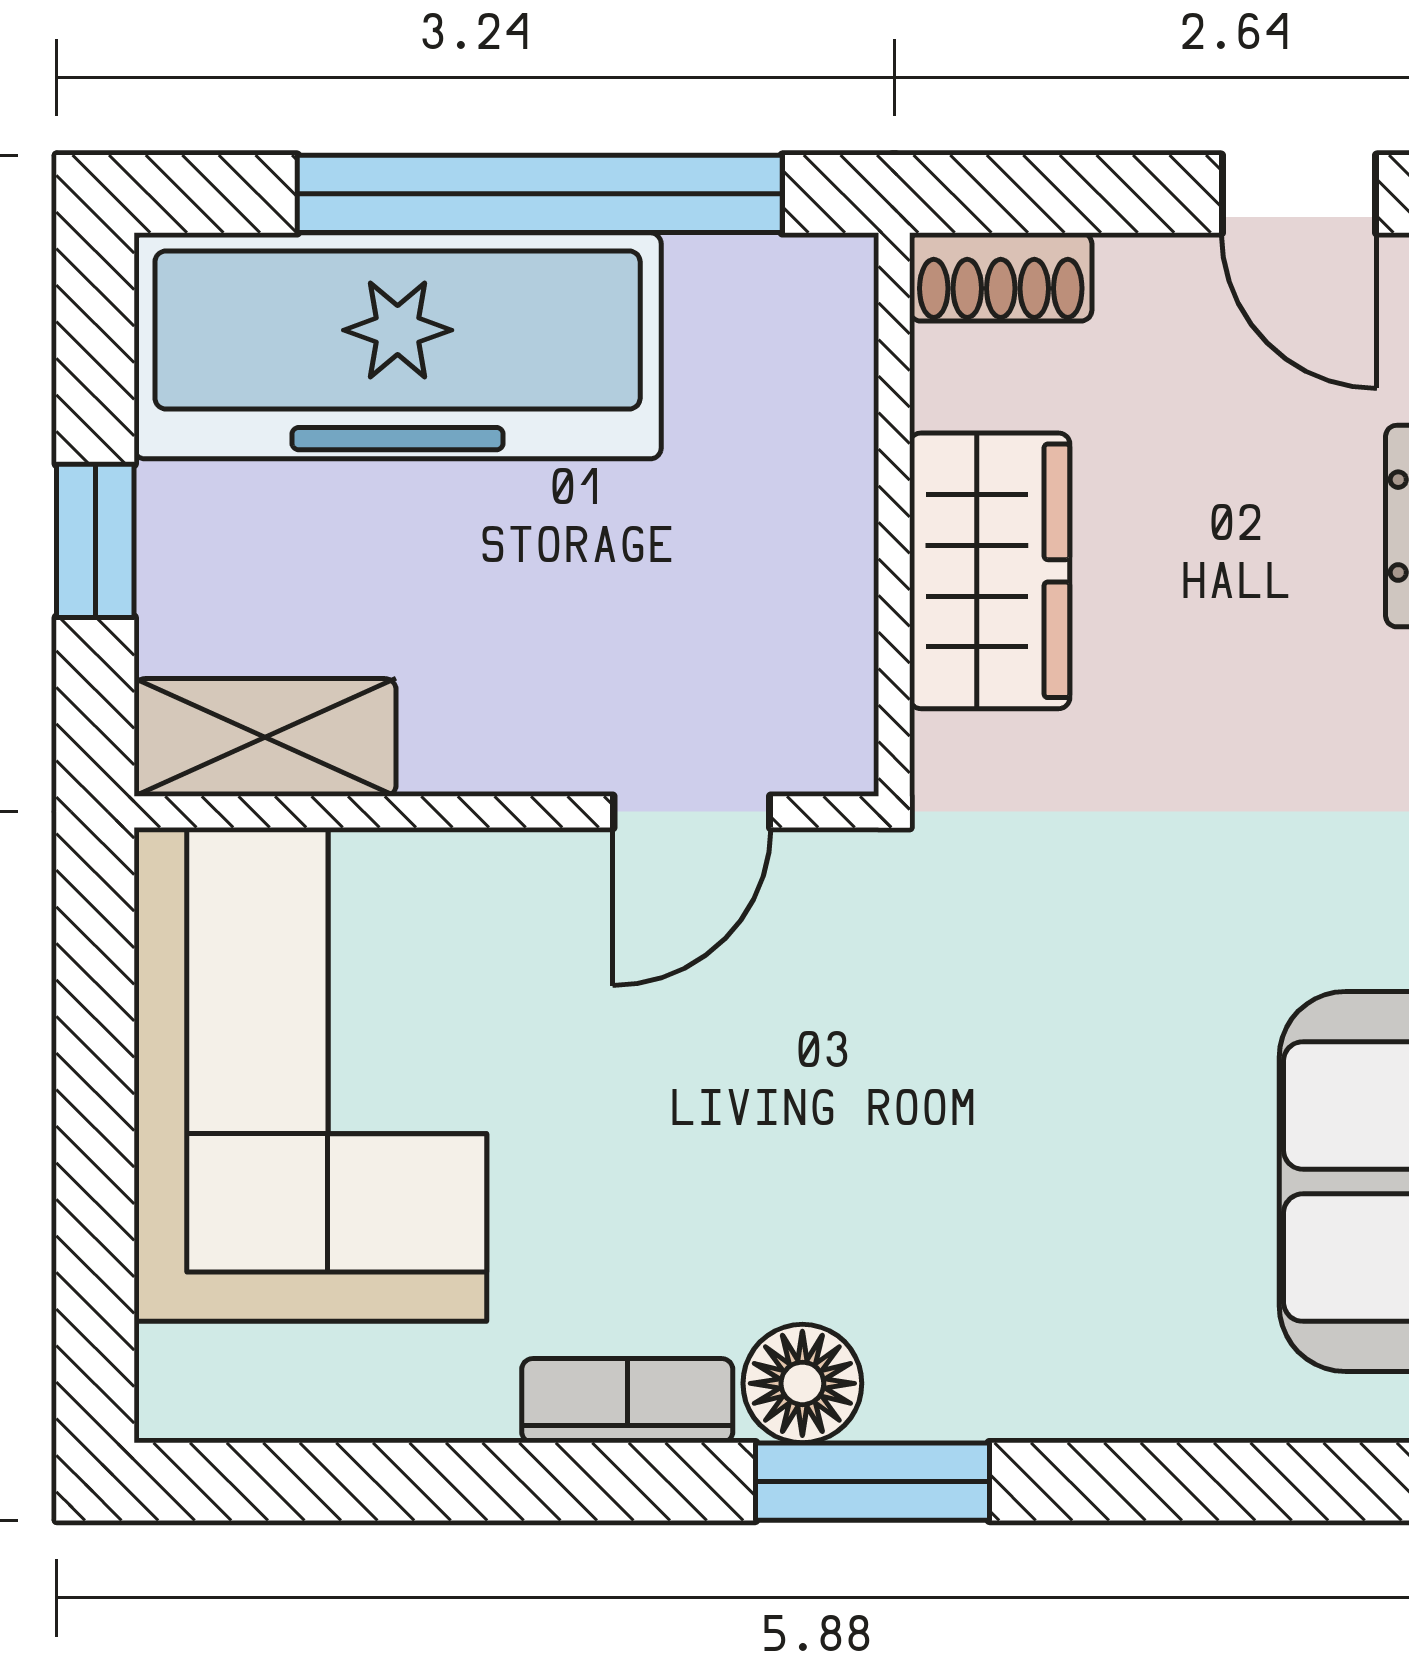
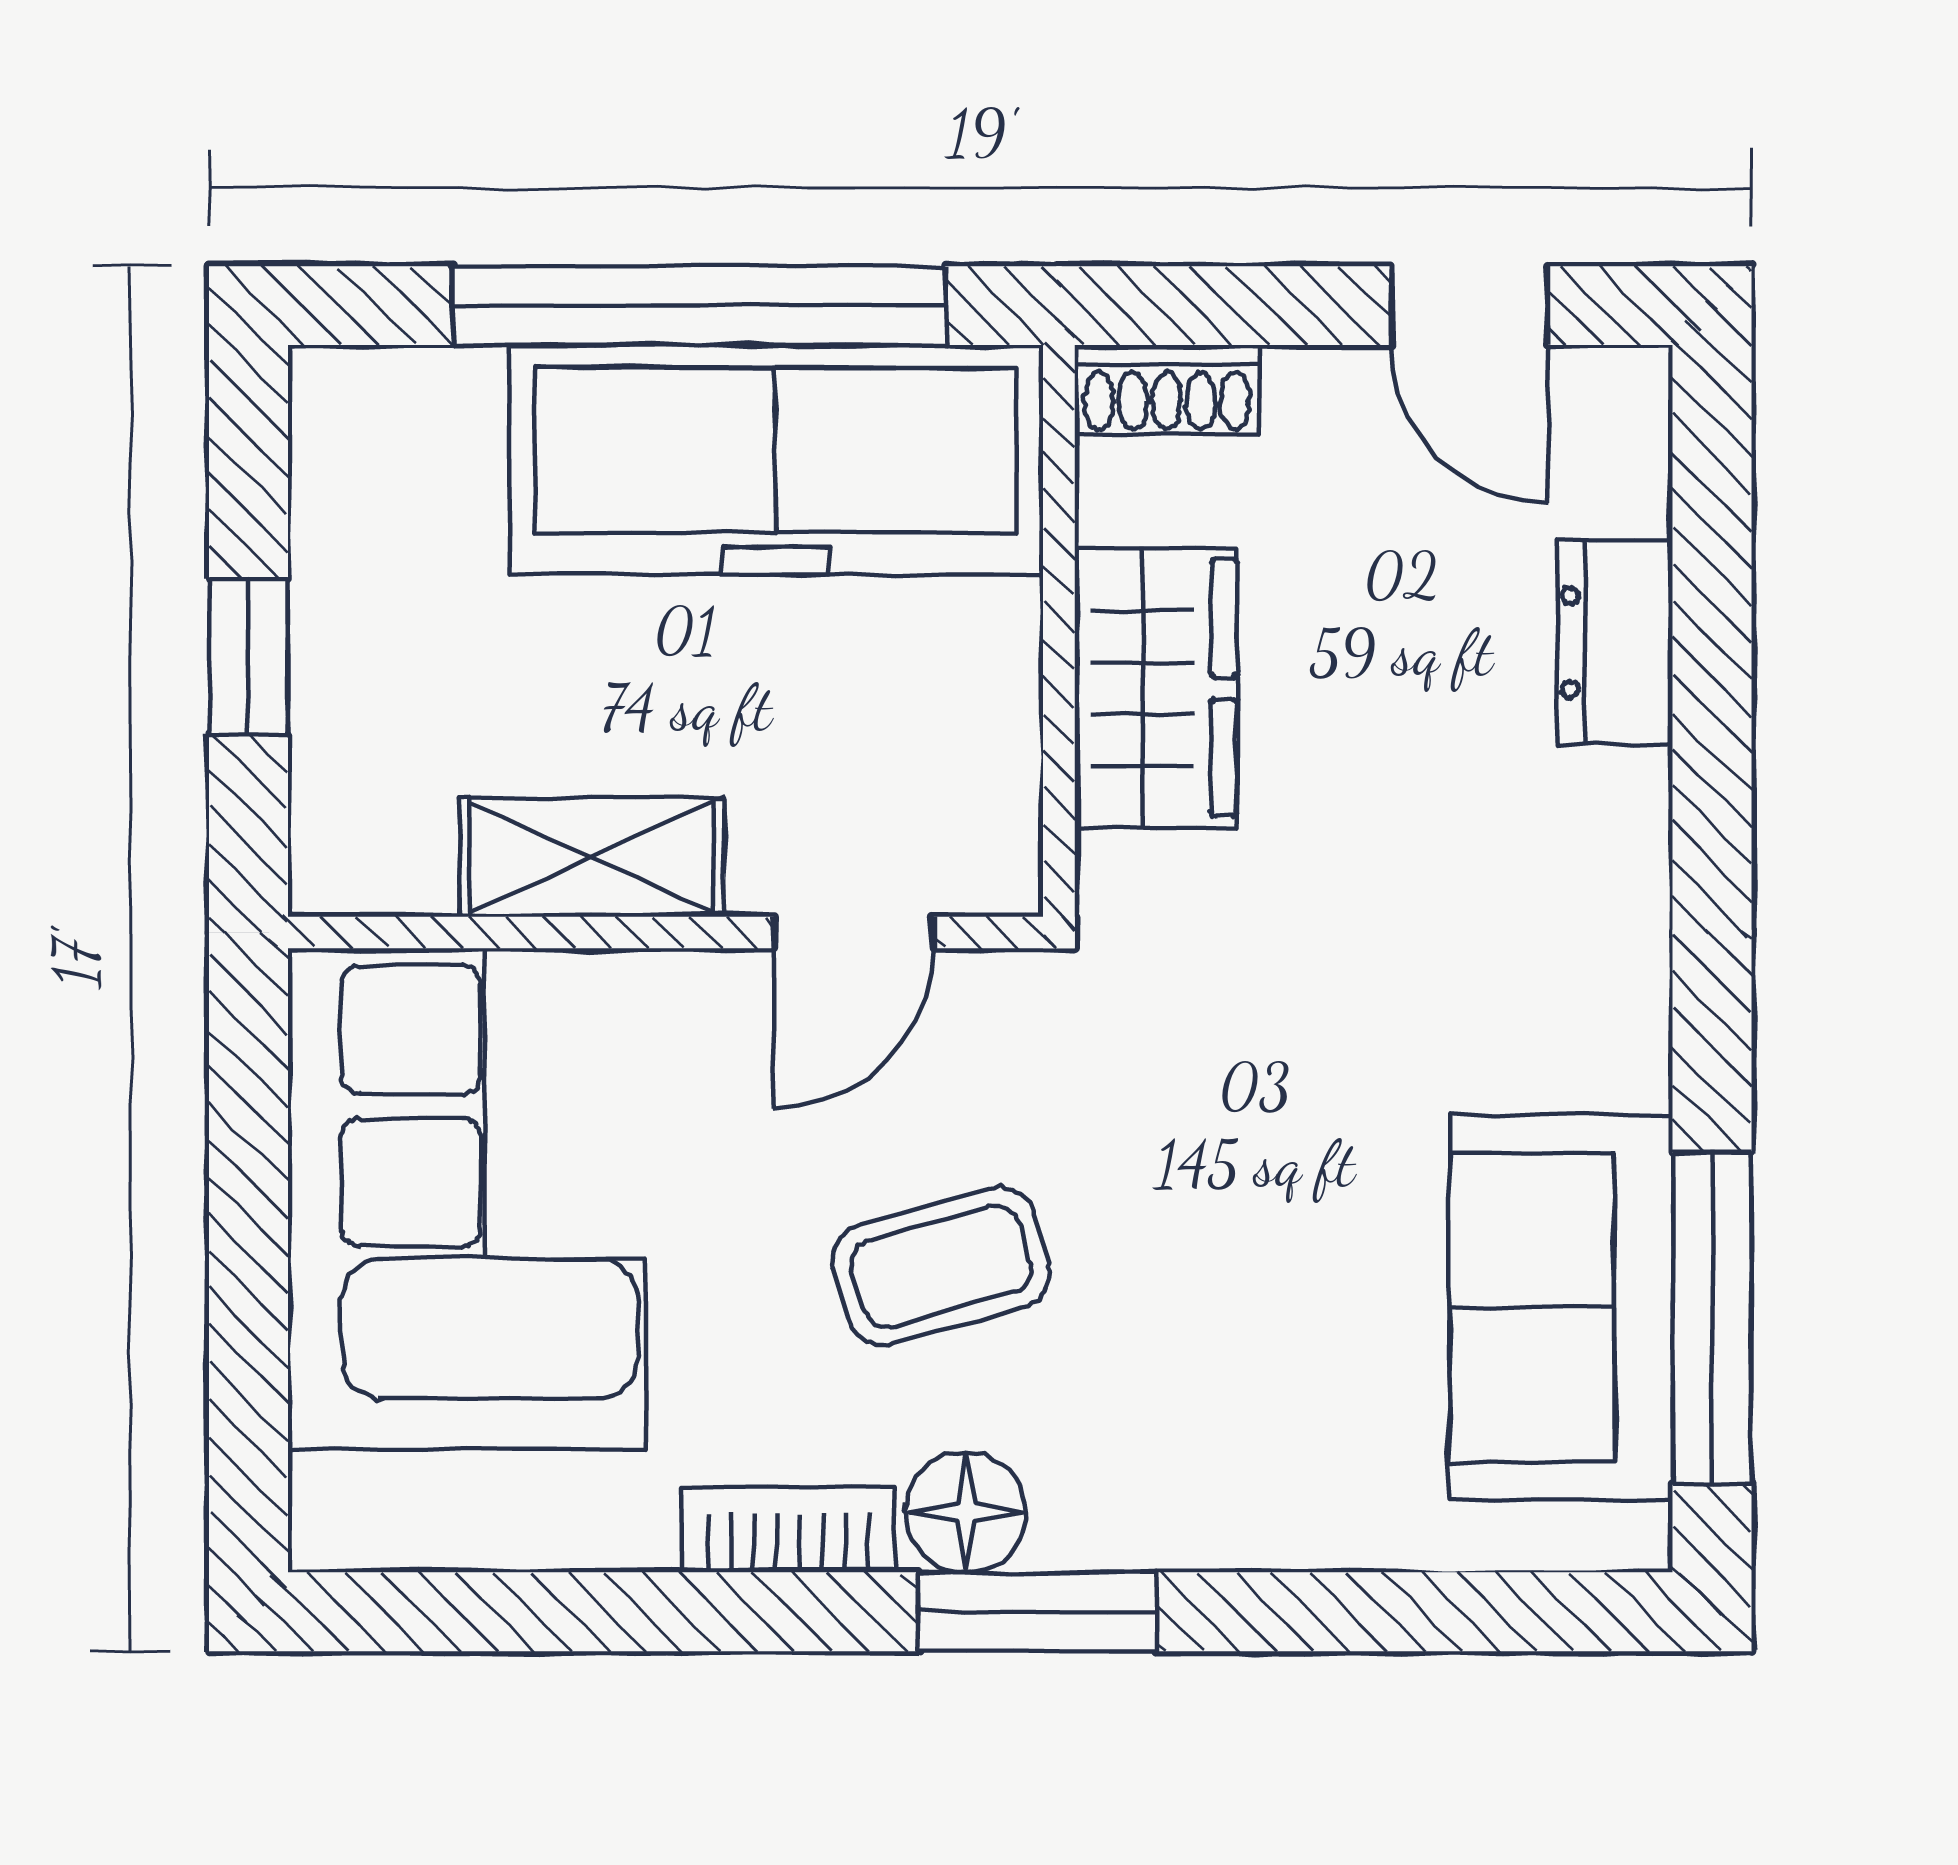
freezer: (398, 346) -> (776, 460), moved
shelving: (265, 737) -> (592, 857), moved
coffee table: (778, 1141) -> (941, 1266), added

